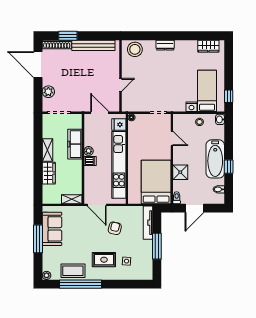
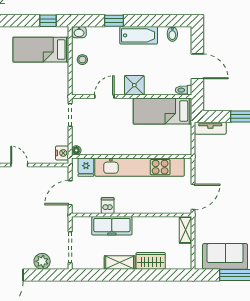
door: (120, 85) -> (19, 165), moved
nightstand: (191, 107) -> (62, 153), moved
plant: (89, 151) -> (121, 208), removed
bathtub: (215, 159) -> (139, 35), width x0.73, depth x0.73
dishwasher: (90, 161) -> (108, 206), moved
window: (229, 167) -> (114, 21), moved
shower: (180, 172) -> (134, 85), moved
bed: (156, 182) -> (162, 111), width x0.67
tv unit: (148, 223) -> (210, 128), width x0.71
armchair: (115, 228) -> (224, 173), removed

